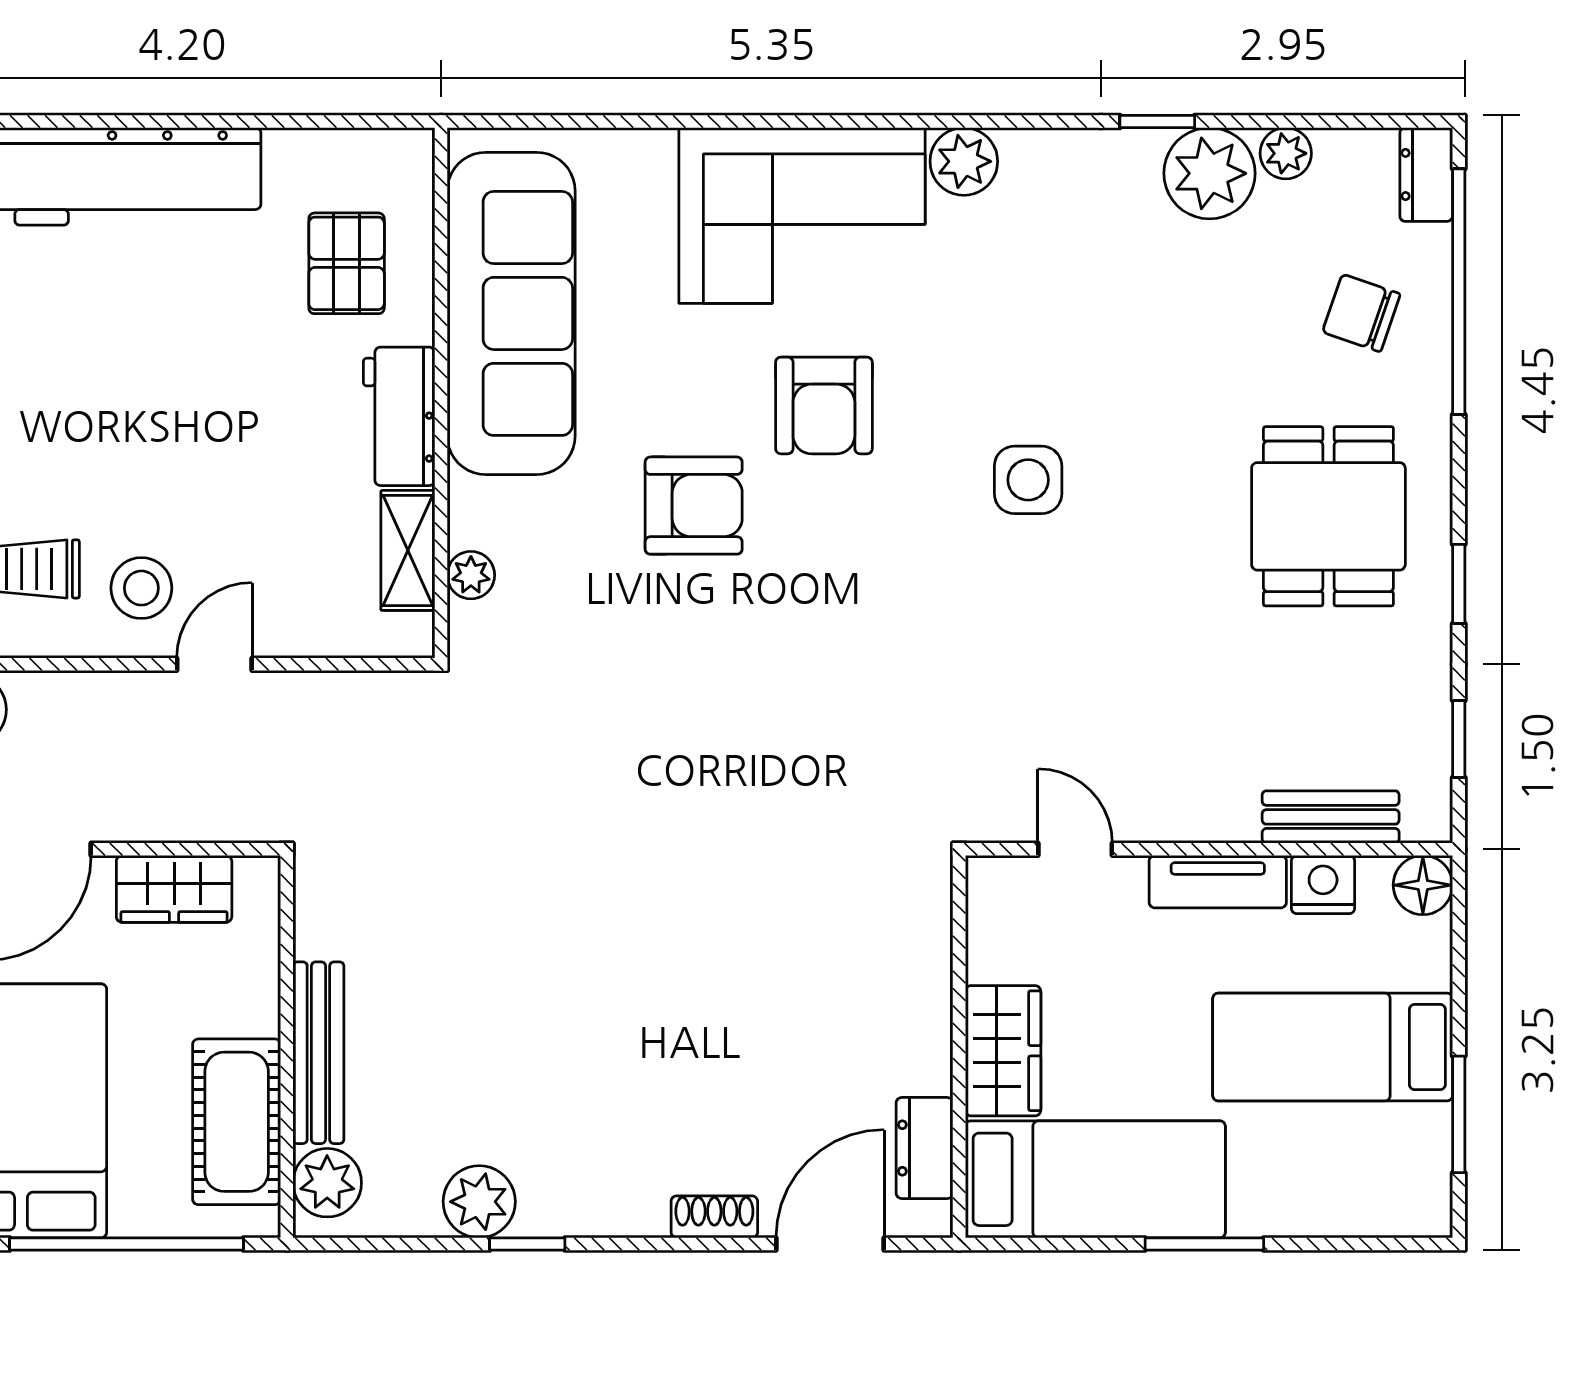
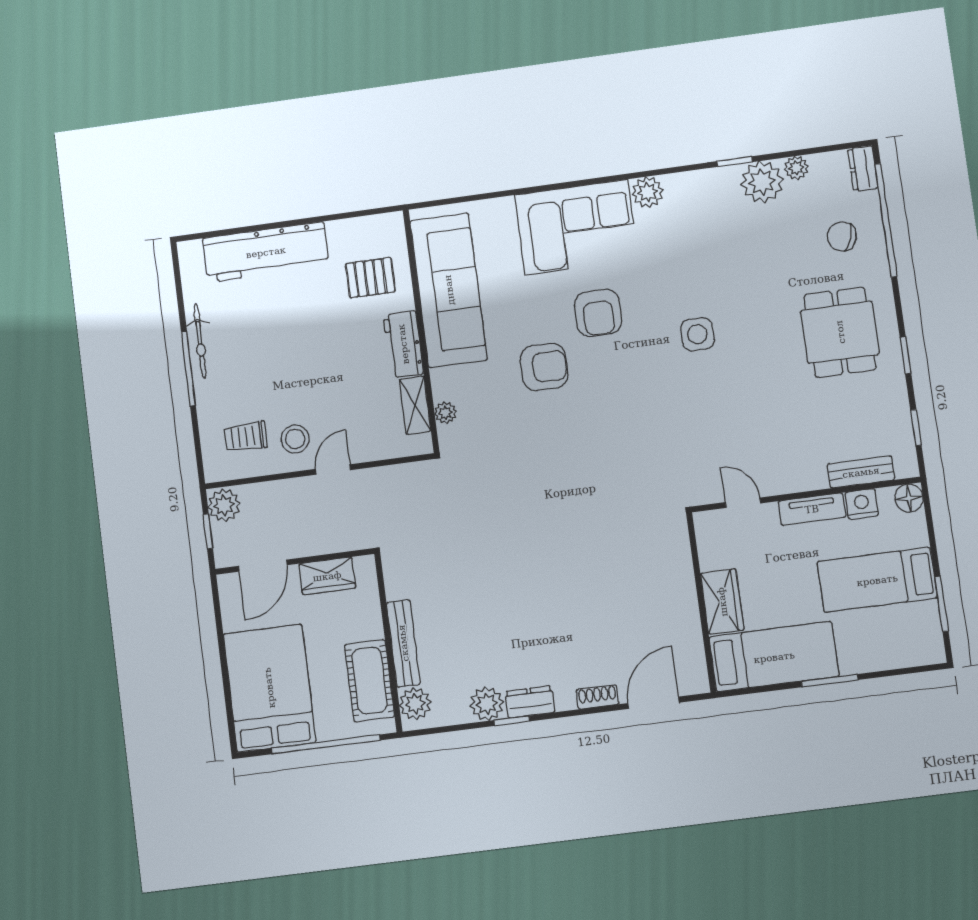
pallet: (347, 263) -> (370, 278), turned 90
dresser: (925, 1148) -> (530, 702), moved, turned 90

